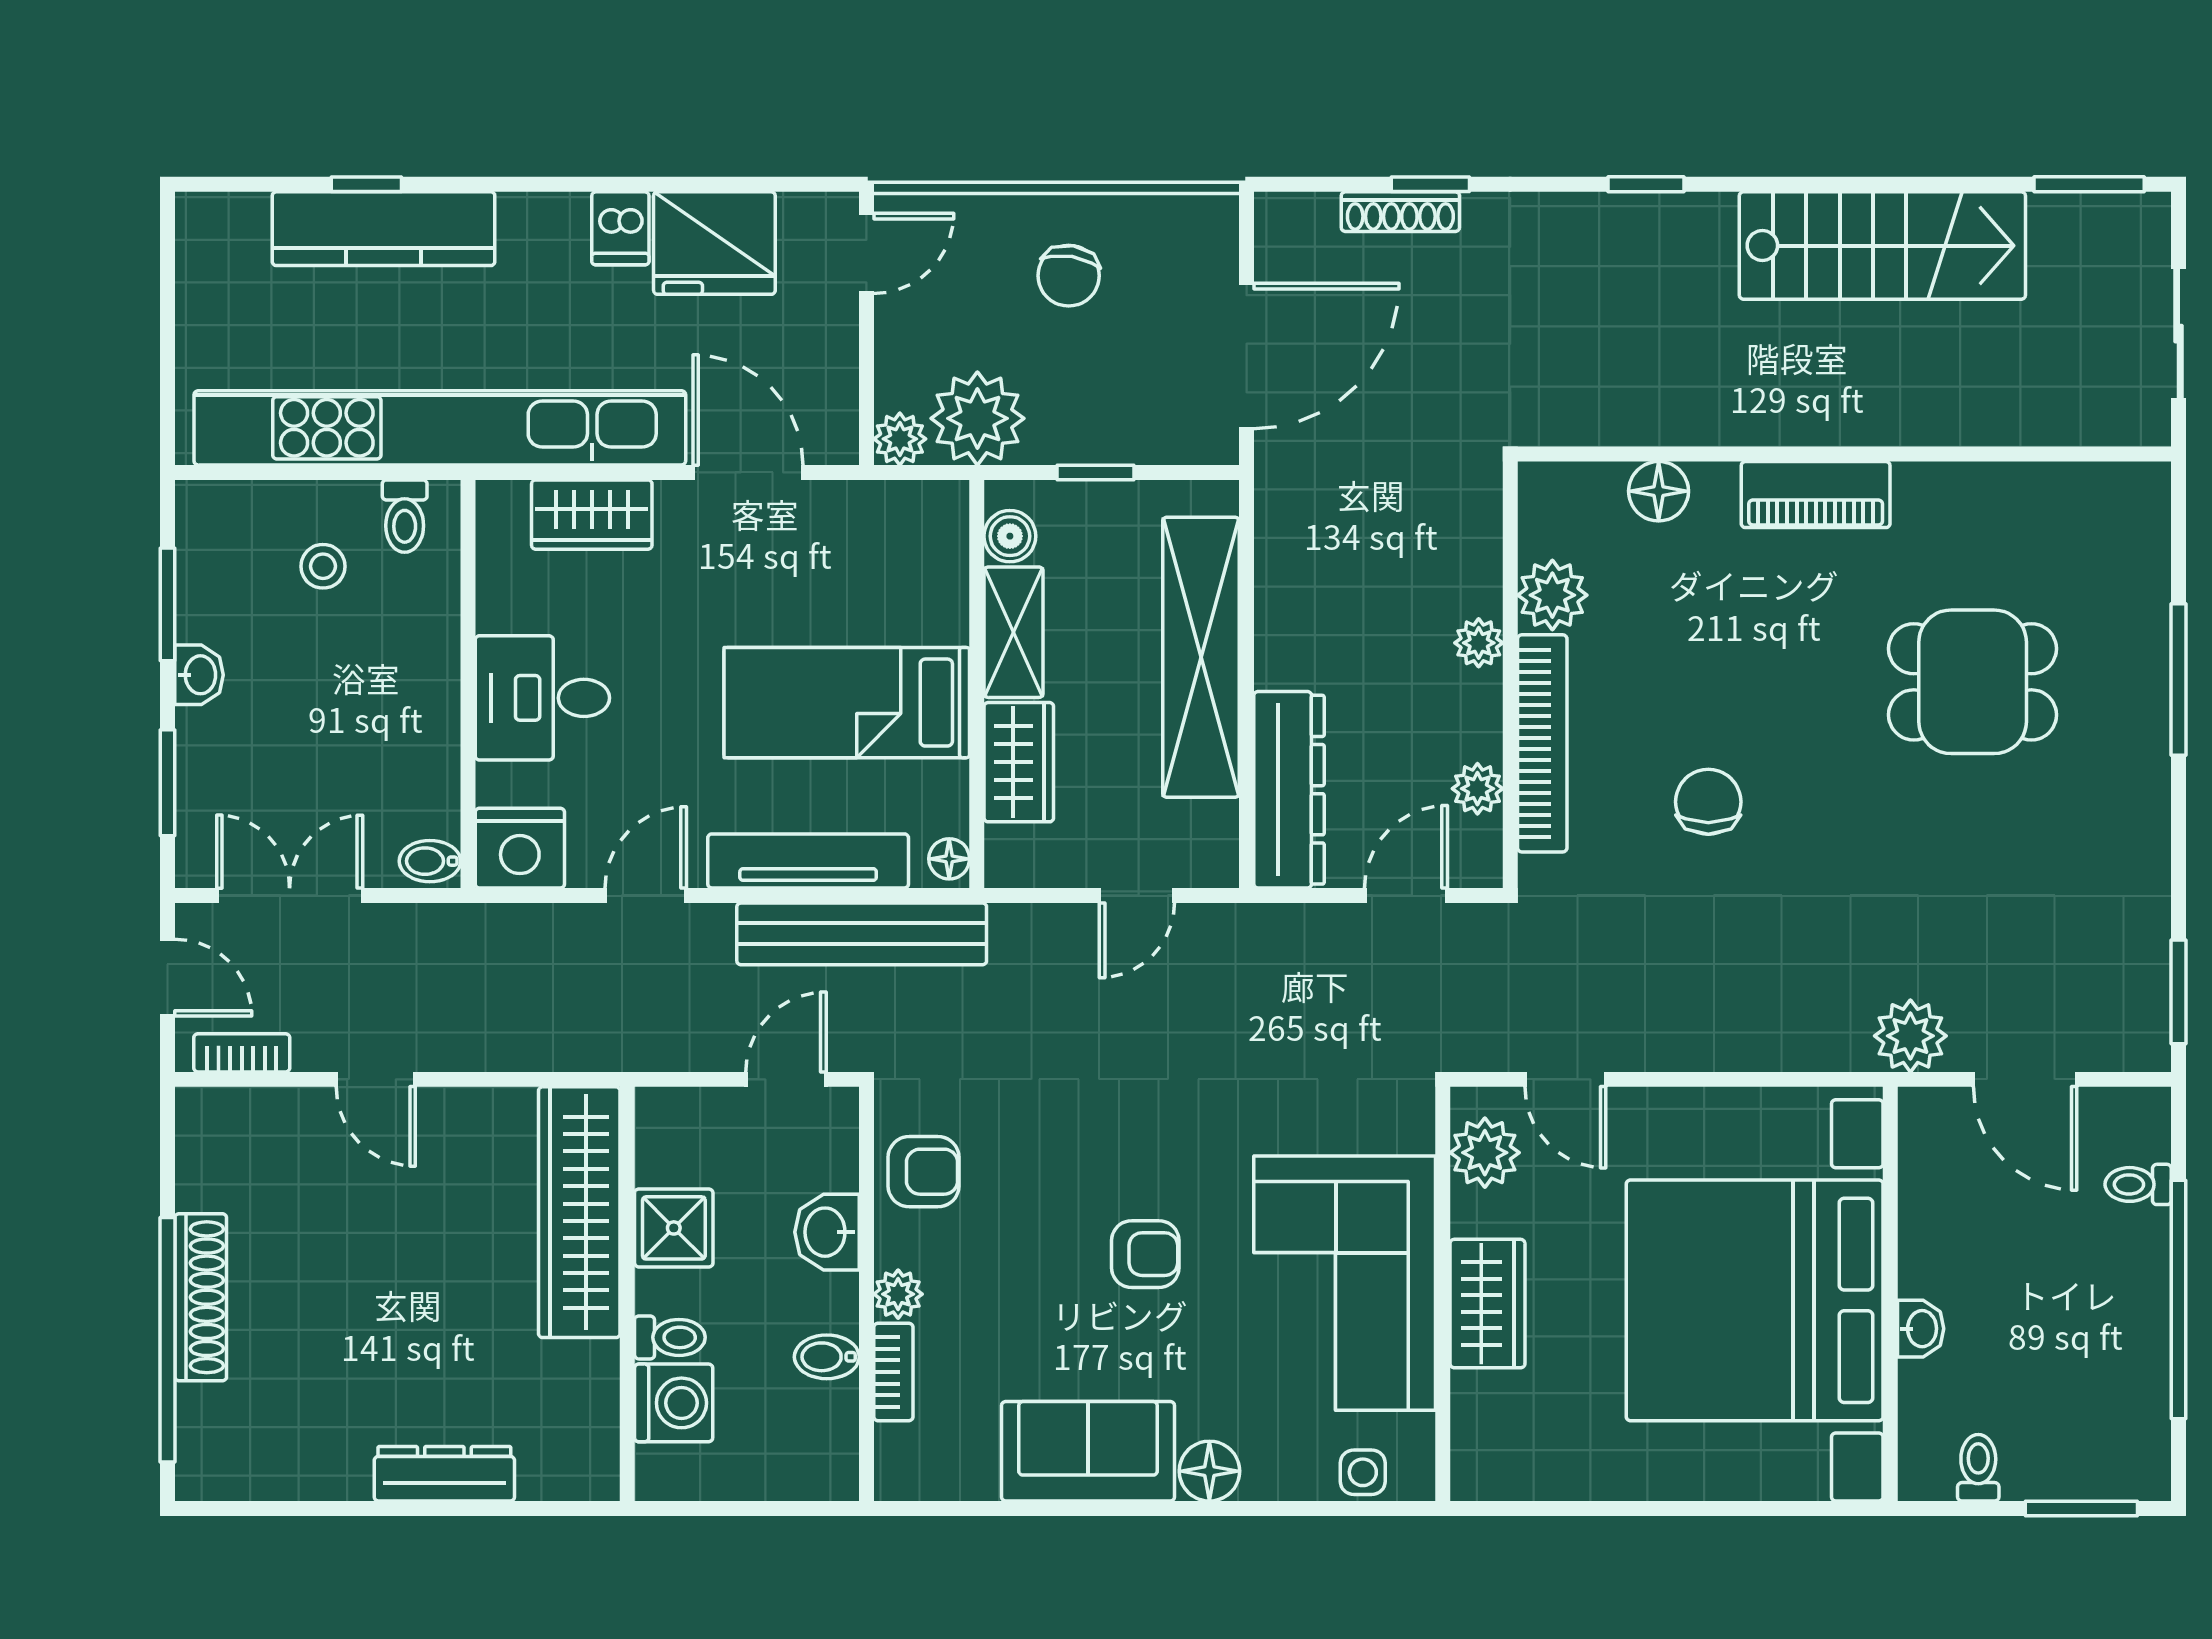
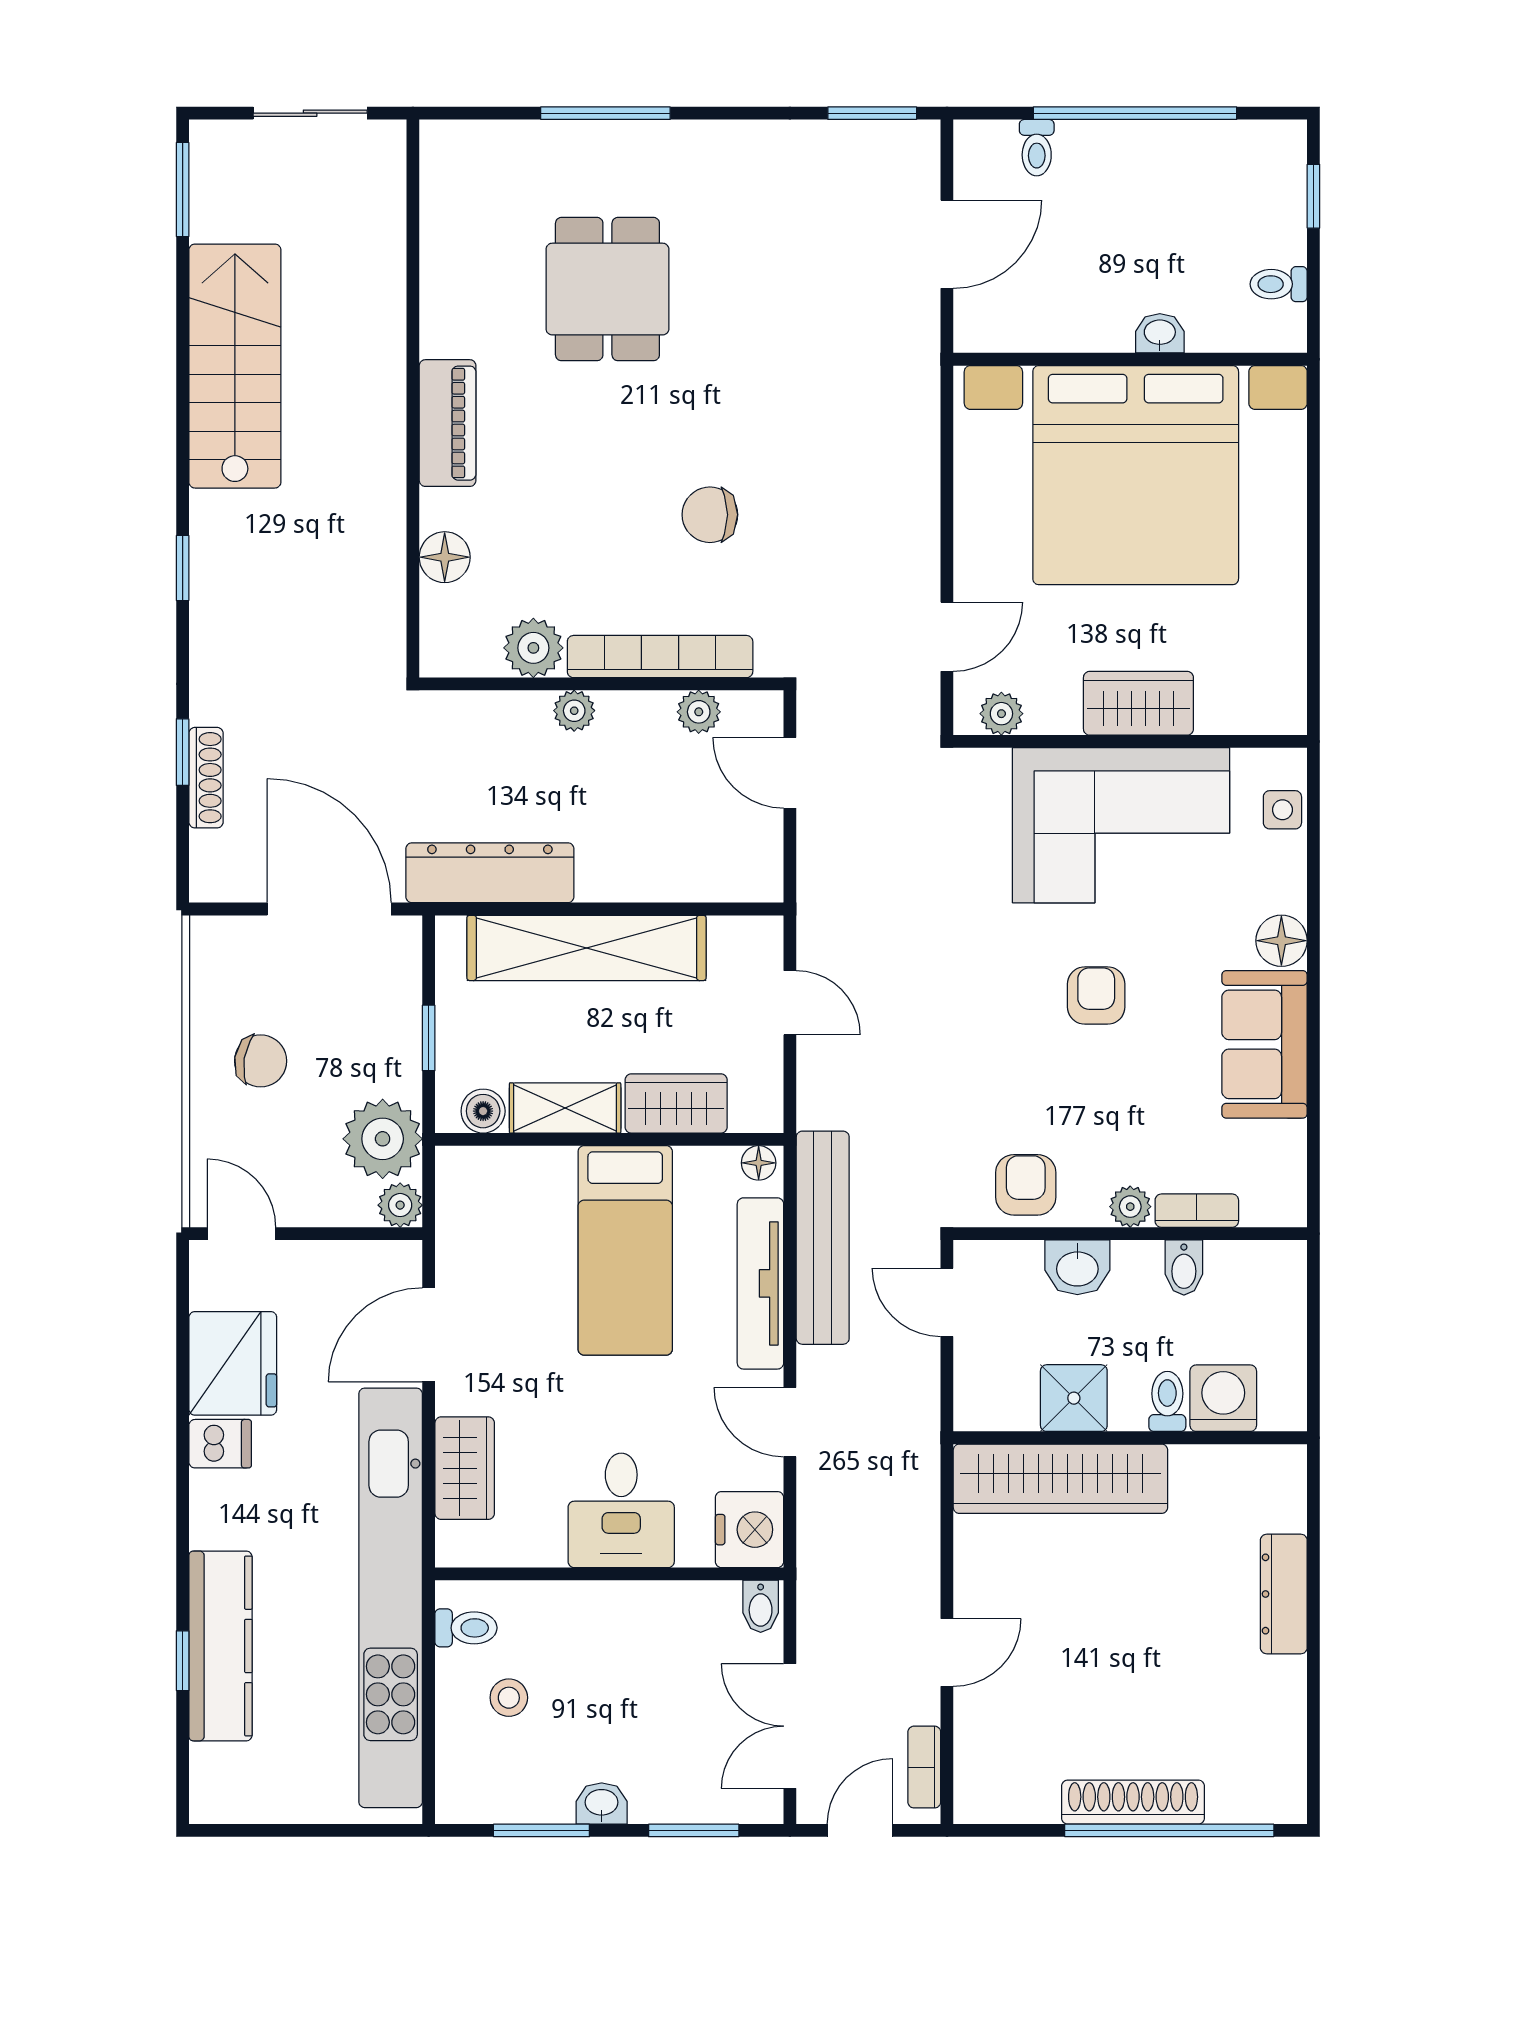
dresser: (1289, 790) -> (490, 873), moved
plant: (1910, 1036) -> (910, 342), removed
plant: (1485, 1153) -> (1001, 714), width x0.73, depth x0.73
window: (2081, 1509) -> (1313, 196), width x0.67

